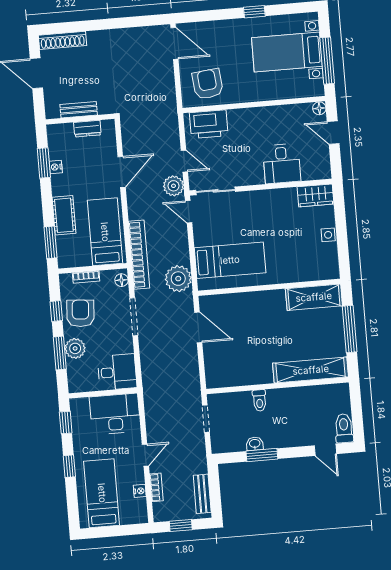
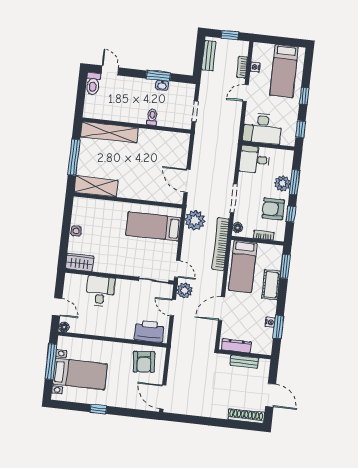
dresser: (87, 129) -> (236, 346), width x1.44
armchair: (80, 313) -> (273, 209), turned 86

